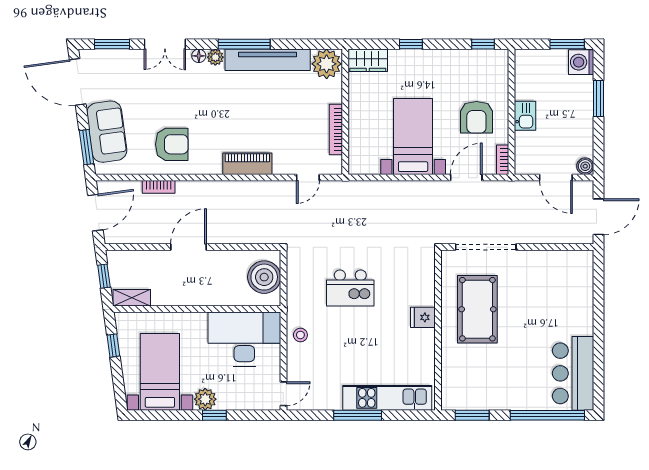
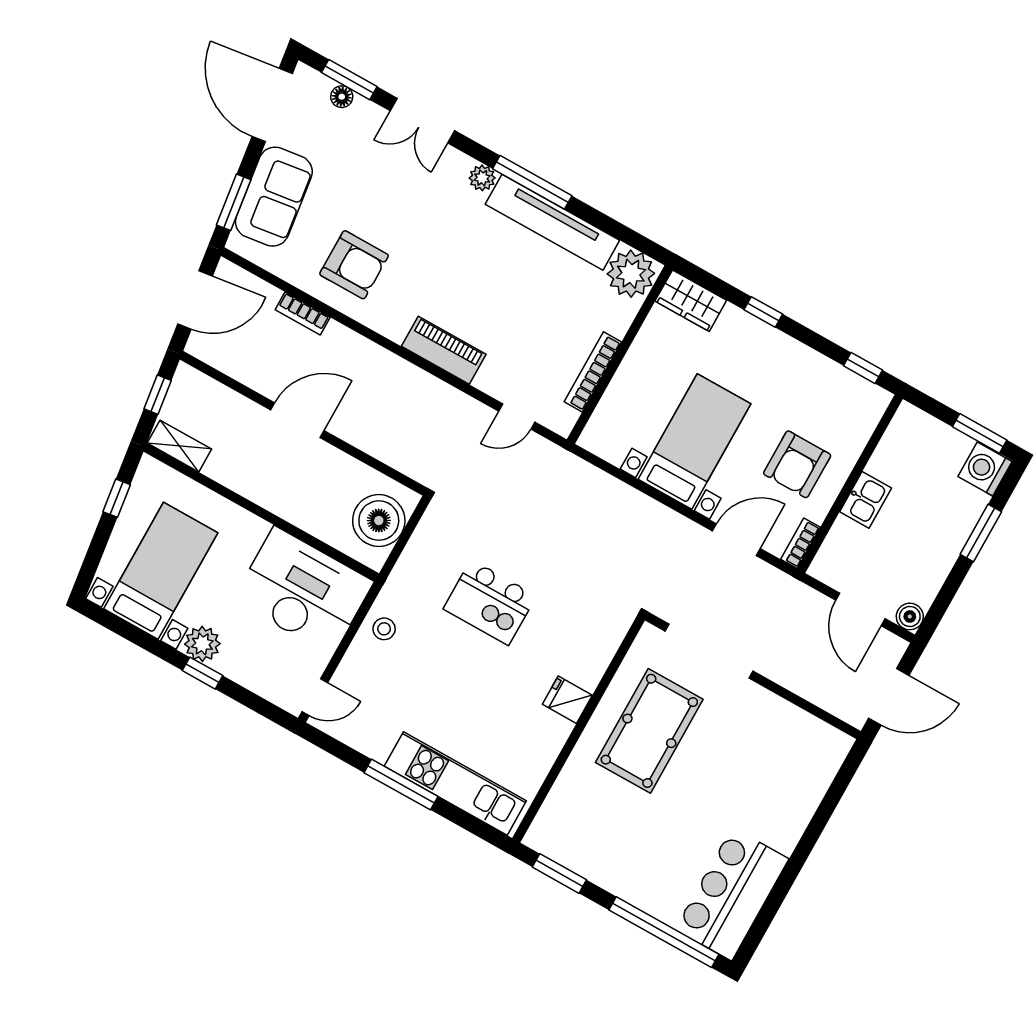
floor lamp: (199, 56) -> (342, 97), moved

